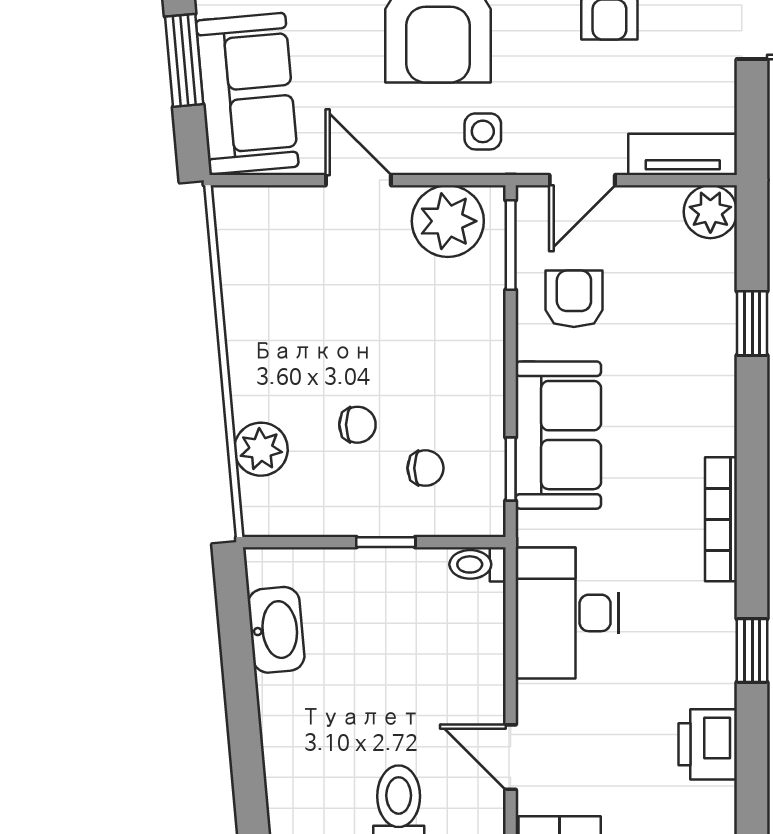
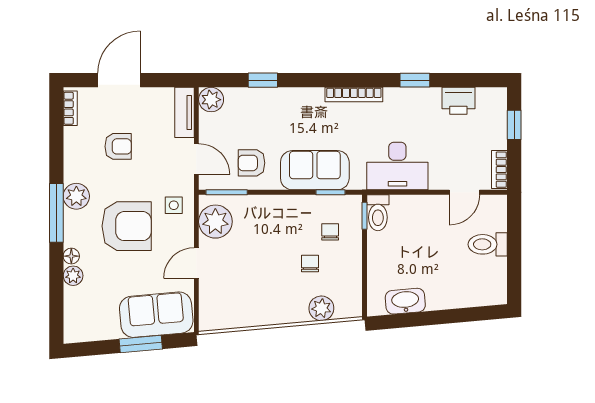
window: (386, 542) -> (365, 216), moved
toilet: (478, 564) -> (378, 213), width x1.37, depth x1.39

